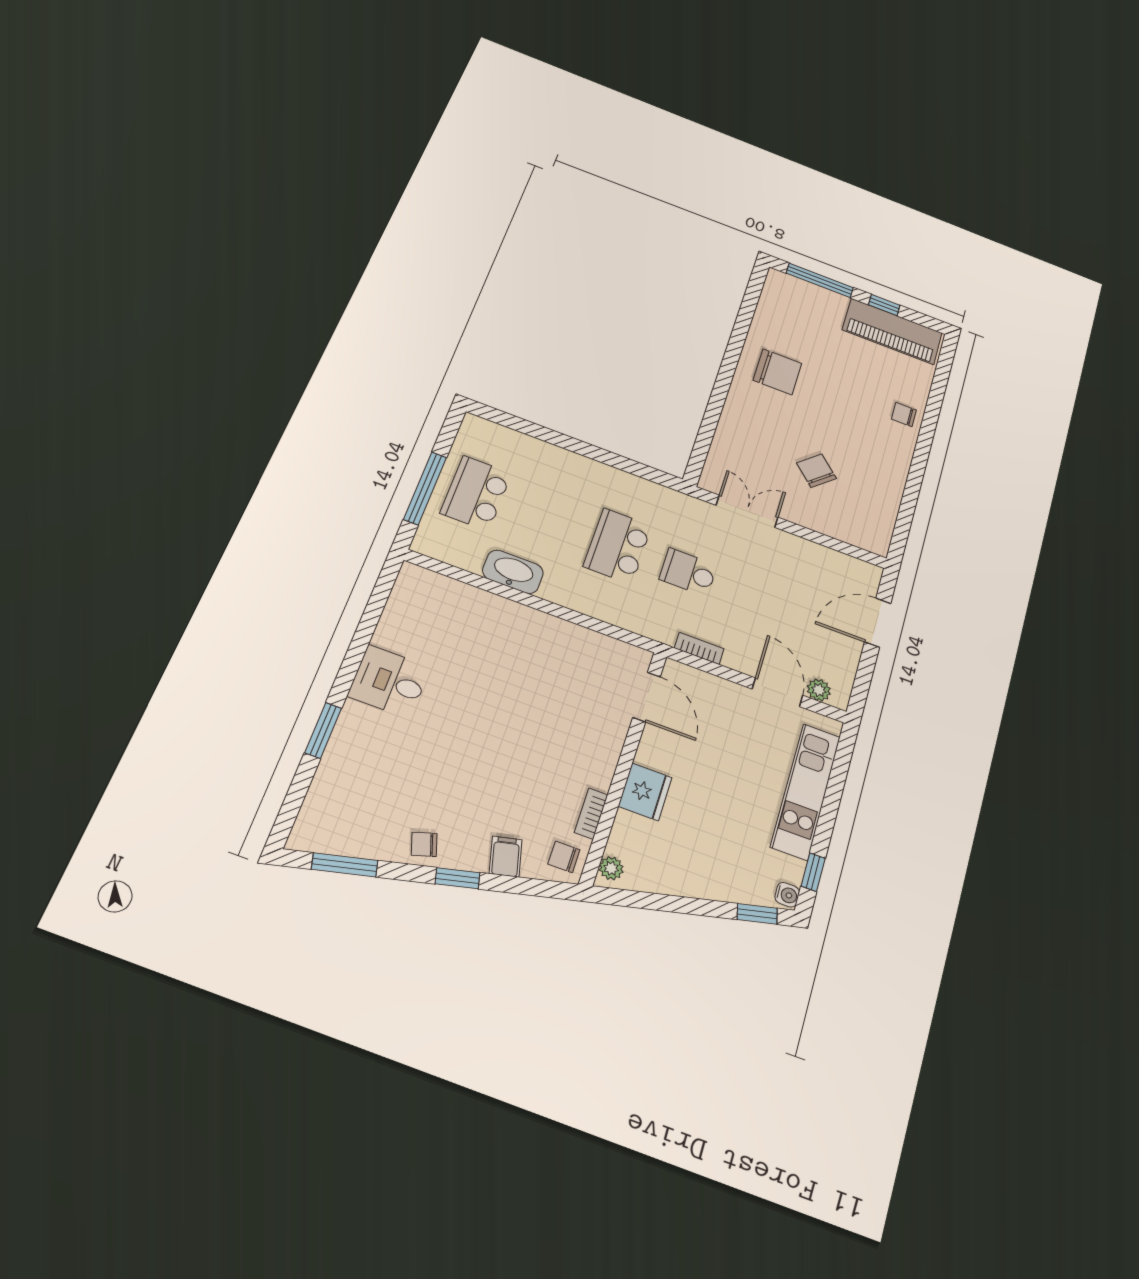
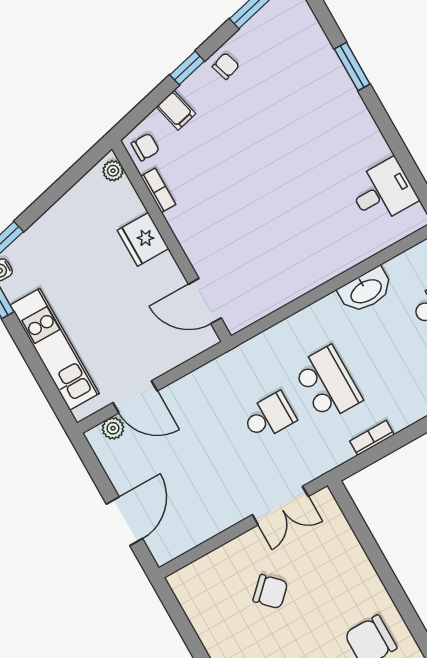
bookcase: (699, 648) -> (372, 438), moved, turned 180
desk: (389, 682) -> (383, 192), moved

